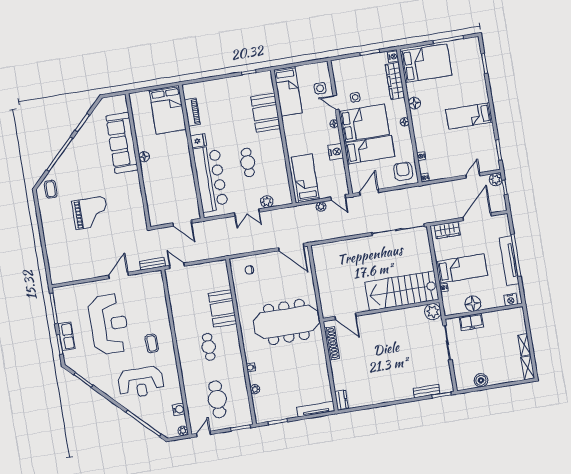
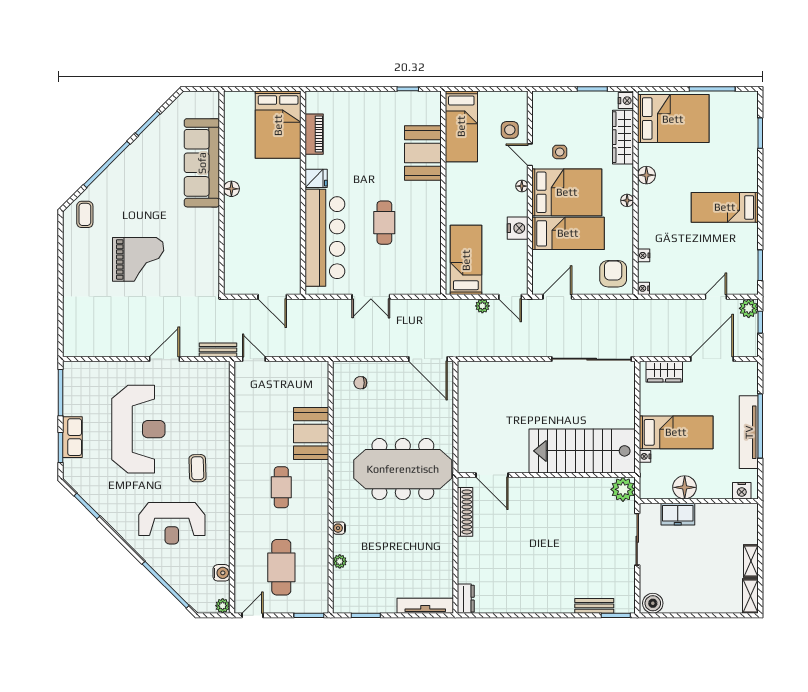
plant: (267, 202) -> (403, 286), removed
boiler: (481, 380) -> (653, 603), moved

